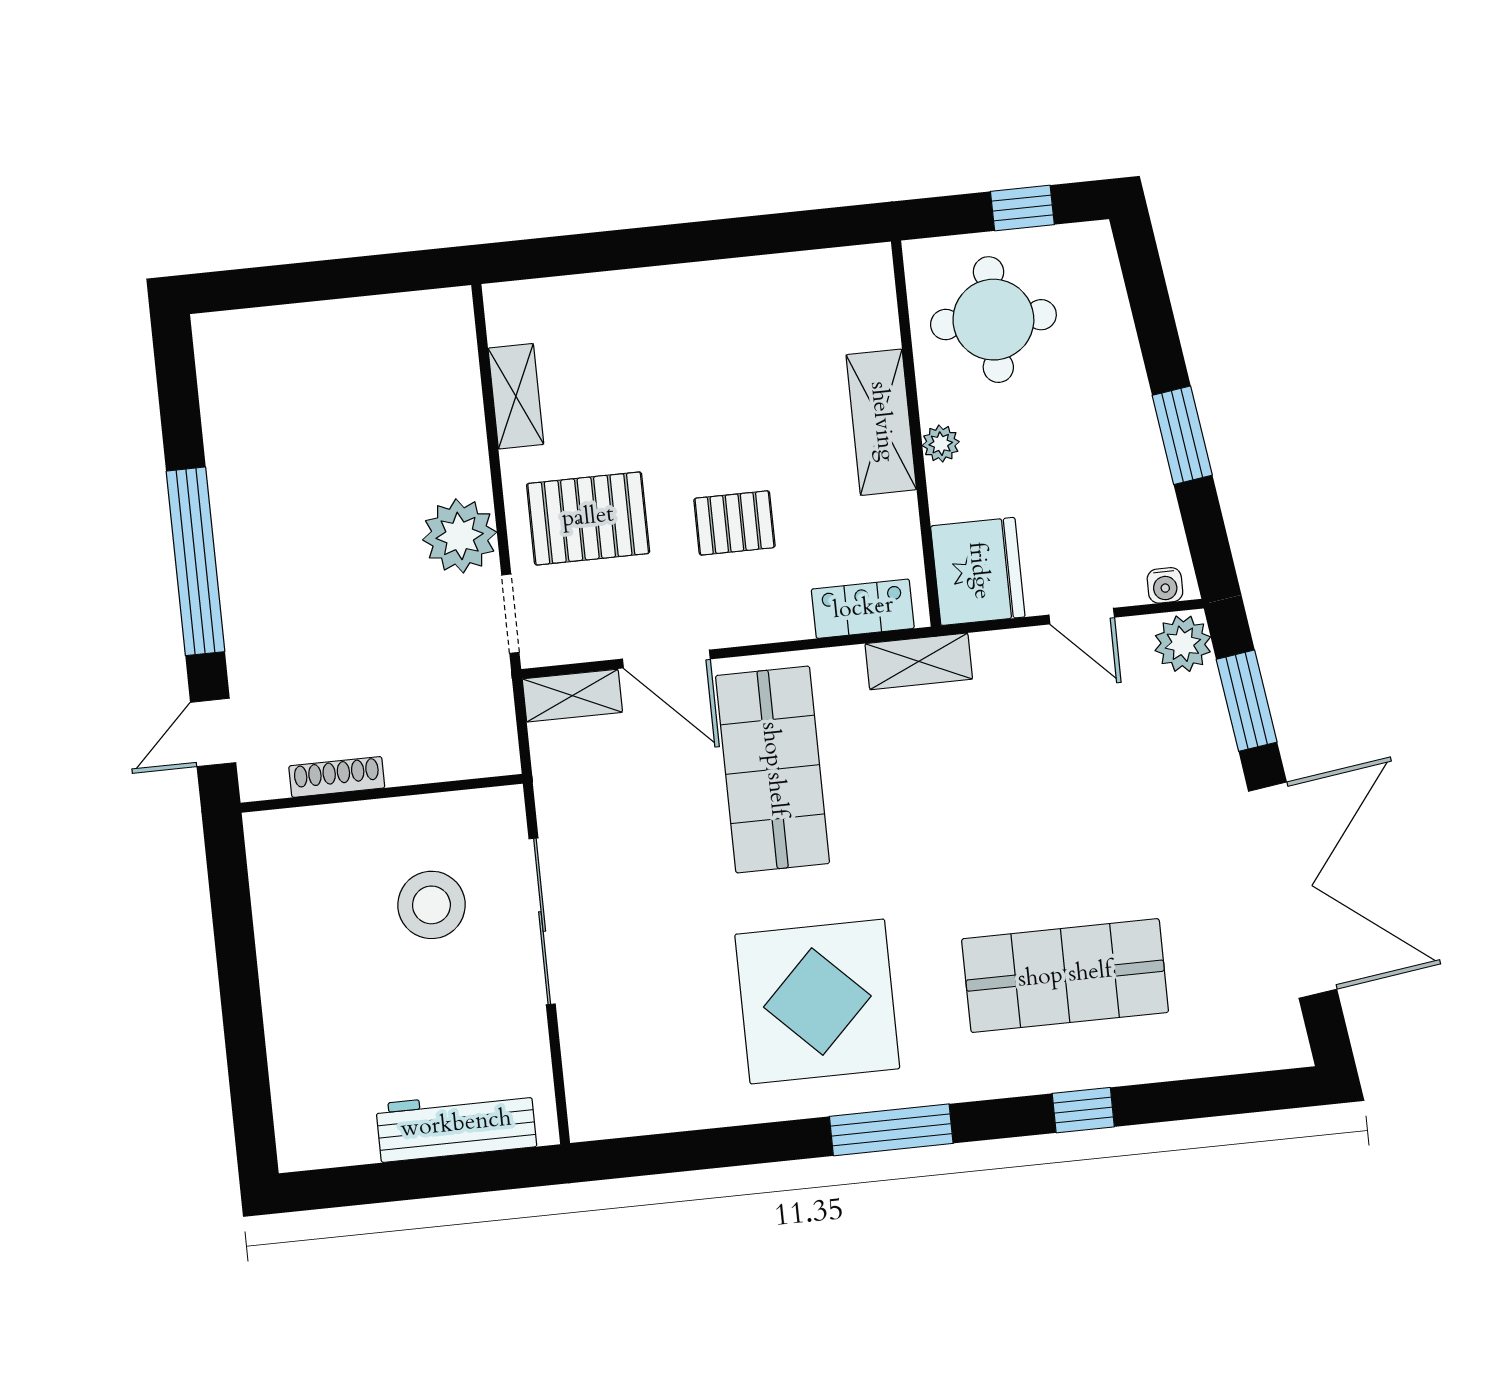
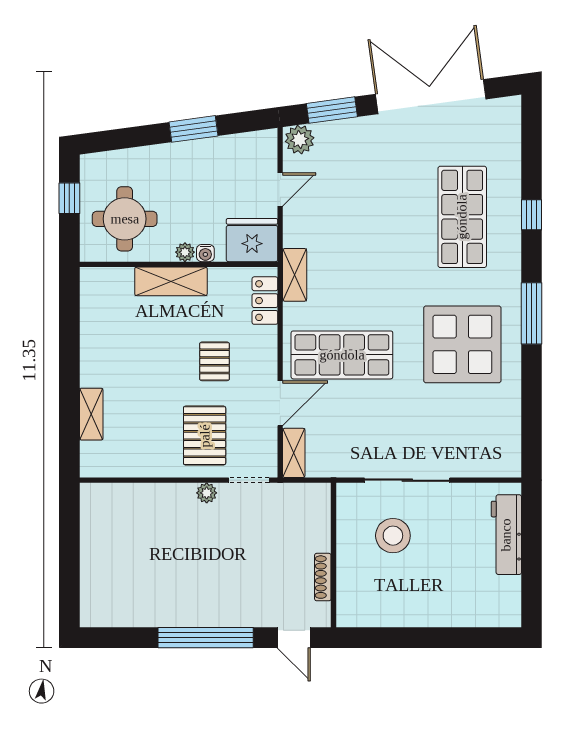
shelving: (516, 396) -> (91, 414), moved, turned 90
plant: (460, 536) -> (207, 493), width x0.53, depth x0.53
water cooler: (1165, 585) -> (205, 253), moved, turned 90

